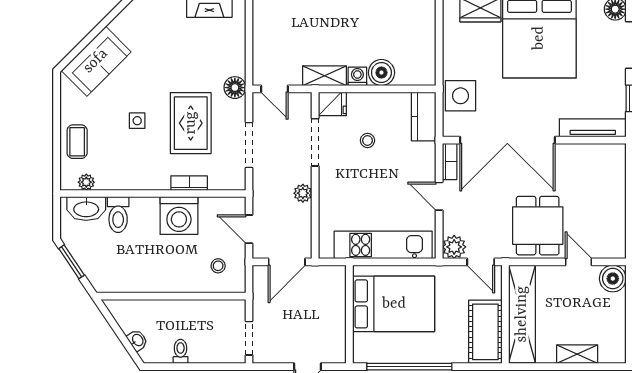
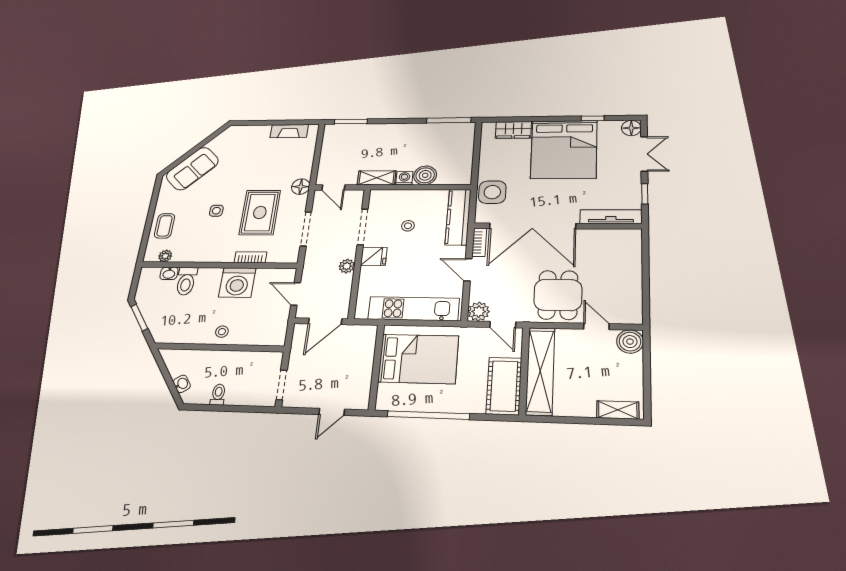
fridge: (332, 104) -> (374, 256), moved
kitchen counter: (424, 116) -> (458, 217), width x1.50
washbasin: (86, 209) -> (169, 273), width x0.52, depth x0.69
stool: (218, 266) -> (222, 332), moved
shelving: (577, 354) -> (618, 410), moved

